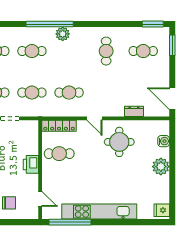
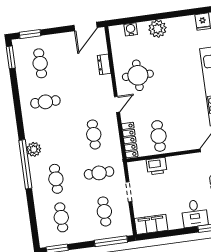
cafe table: (32, 93) -> (99, 173), turned 90
printer: (31, 164) -> (157, 166), moved

